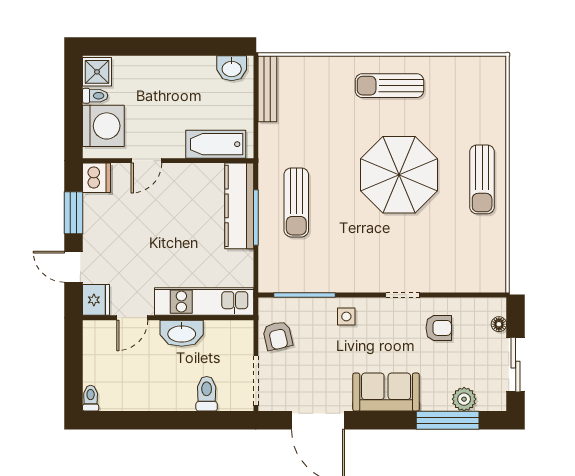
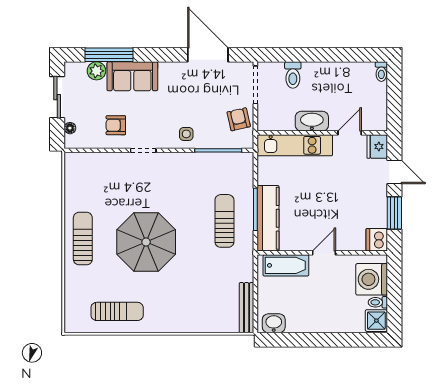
sun lounger: (389, 86) -> (117, 311), moved
door: (146, 161) -> (324, 253), moved
sofa: (386, 392) -> (132, 76), moved

